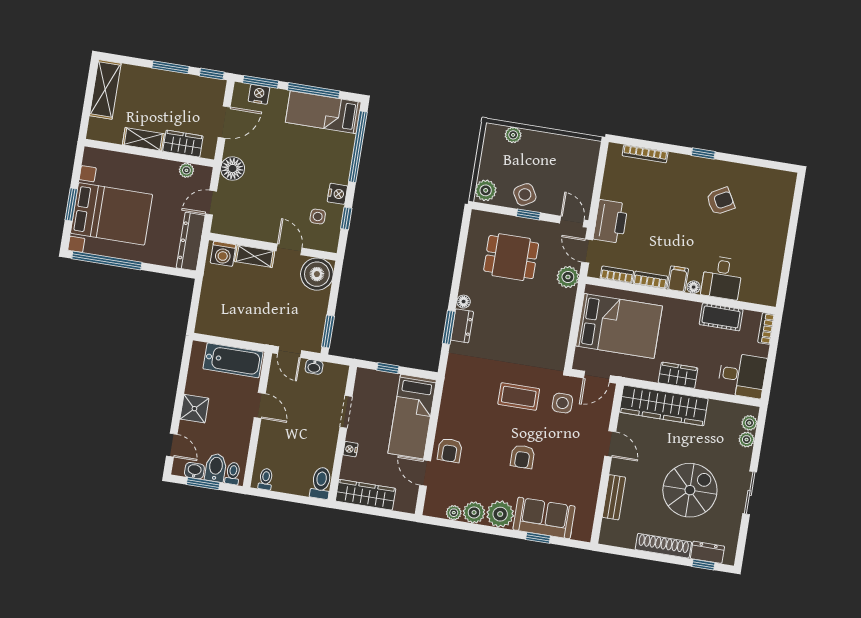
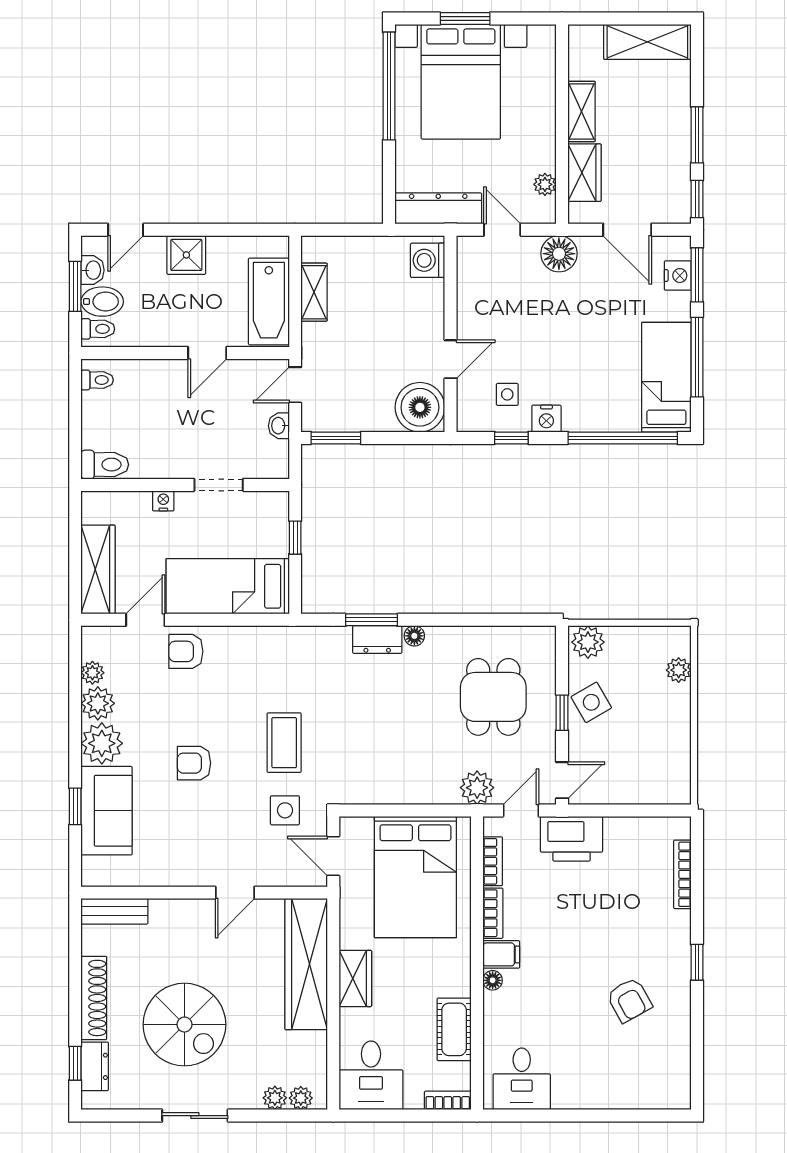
shelving: (255, 256) -> (314, 292), moved
desk: (722, 278) -> (522, 1079), moved, turned -90
wardrobe: (366, 495) -> (98, 569), moved
bench: (614, 497) -> (114, 911), moved

